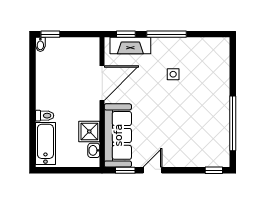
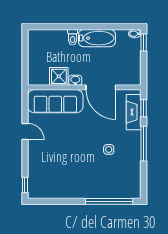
window: (233, 123) -> (109, 201), moved
bathtub: (45, 143) -> (97, 38), moved
washbasin: (94, 150) -> (75, 80), moved
window: (125, 170) -> (25, 108), removed

